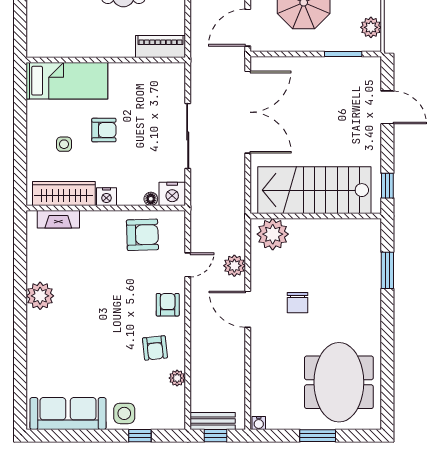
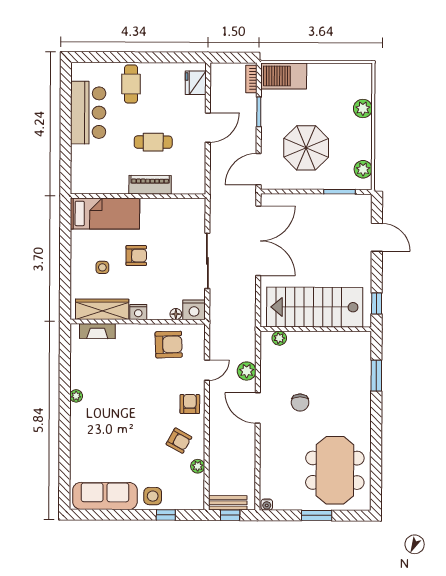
piano: (160, 46) -> (150, 185), moved
plant: (273, 234) -> (279, 338), width x0.53, depth x0.53
plant: (40, 296) -> (76, 396), width x0.53, depth x0.53
armchair: (155, 348) -> (179, 441), turned -55

